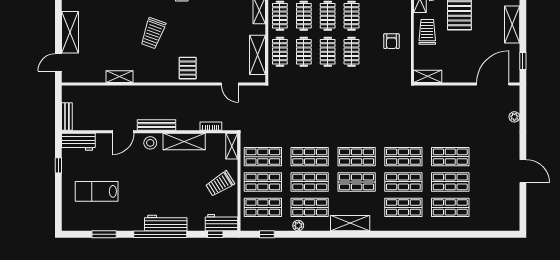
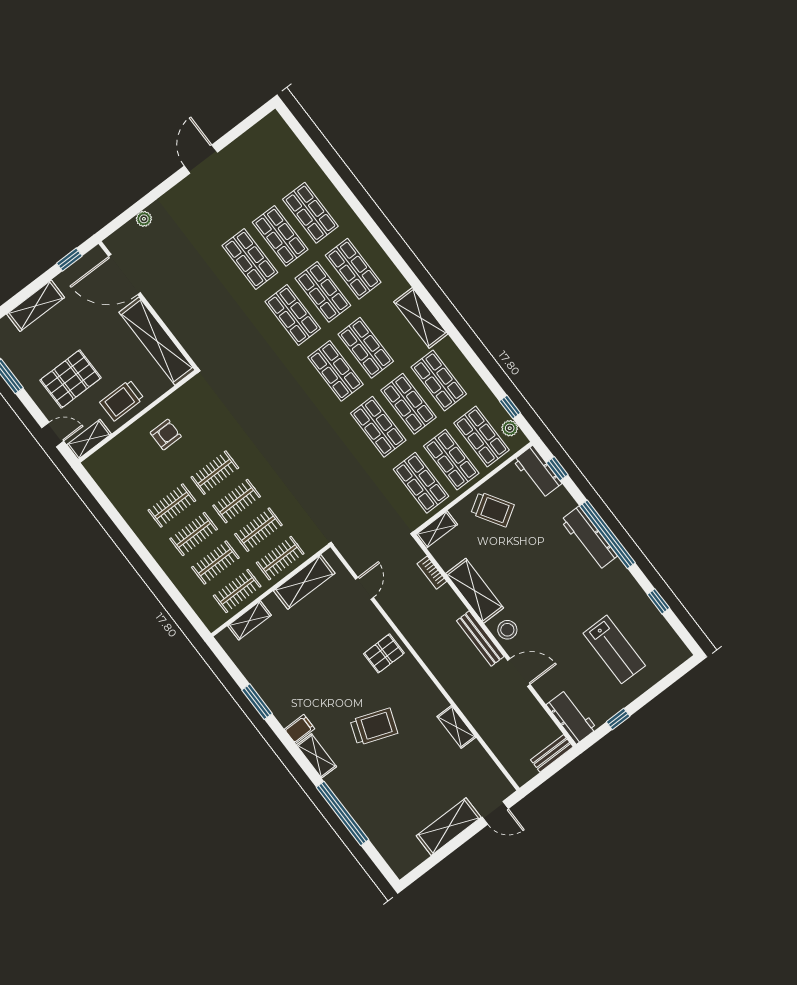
shelving: (428, 76) -> (157, 341), width x2.20, depth x1.33
plant: (298, 226) -> (510, 428), moved
window: (104, 234) -> (658, 601), width x0.67

